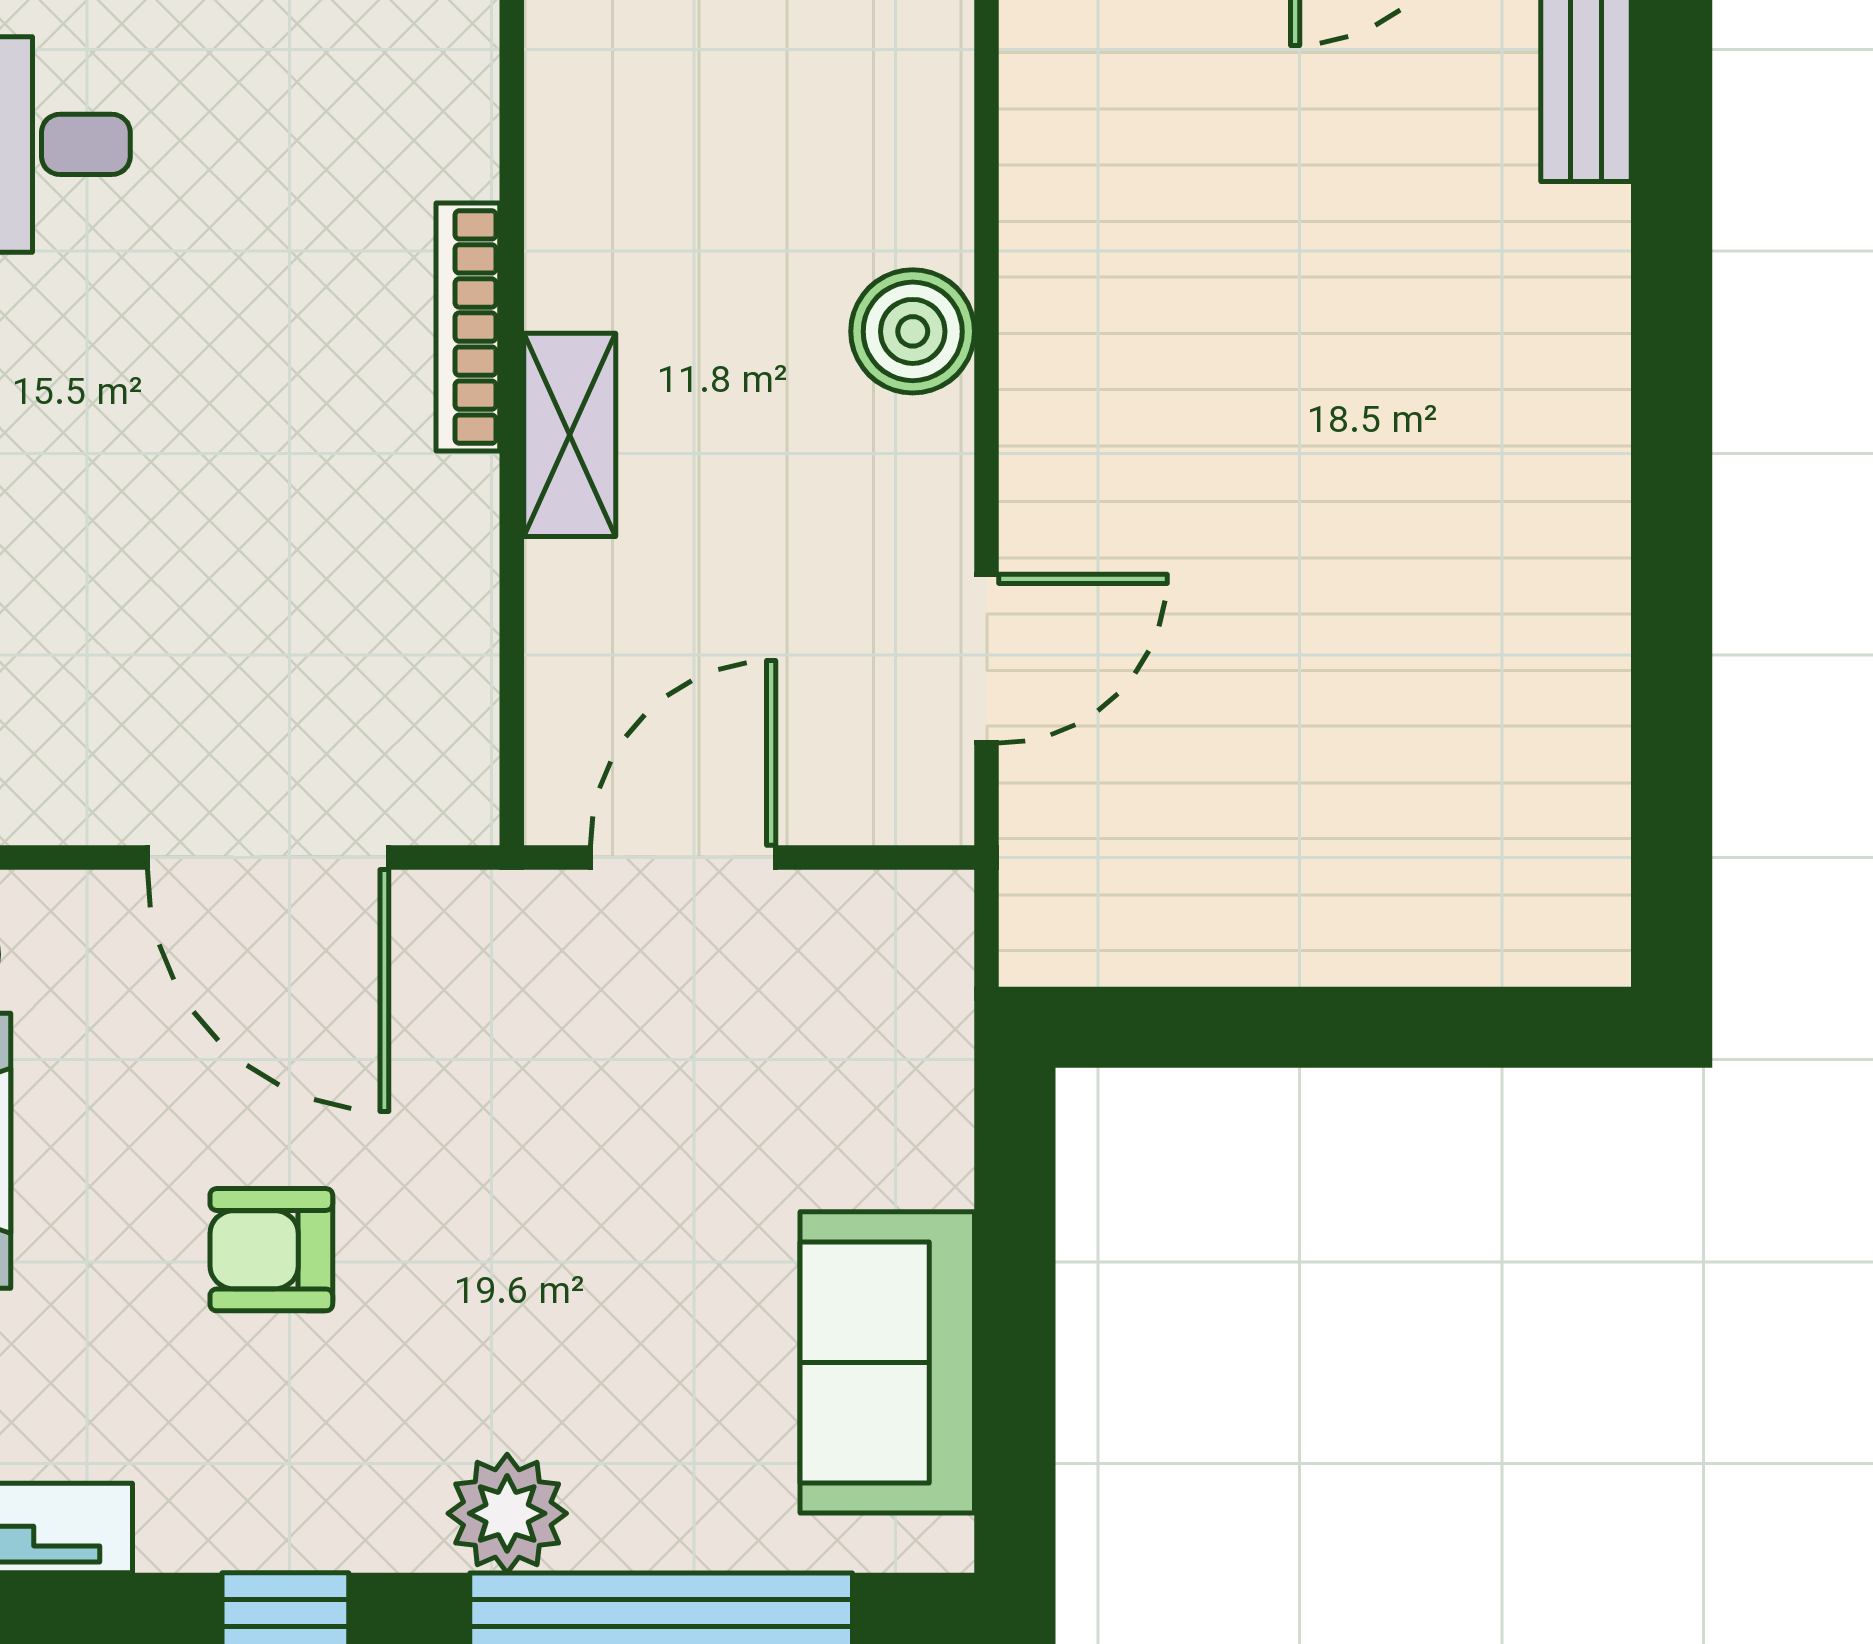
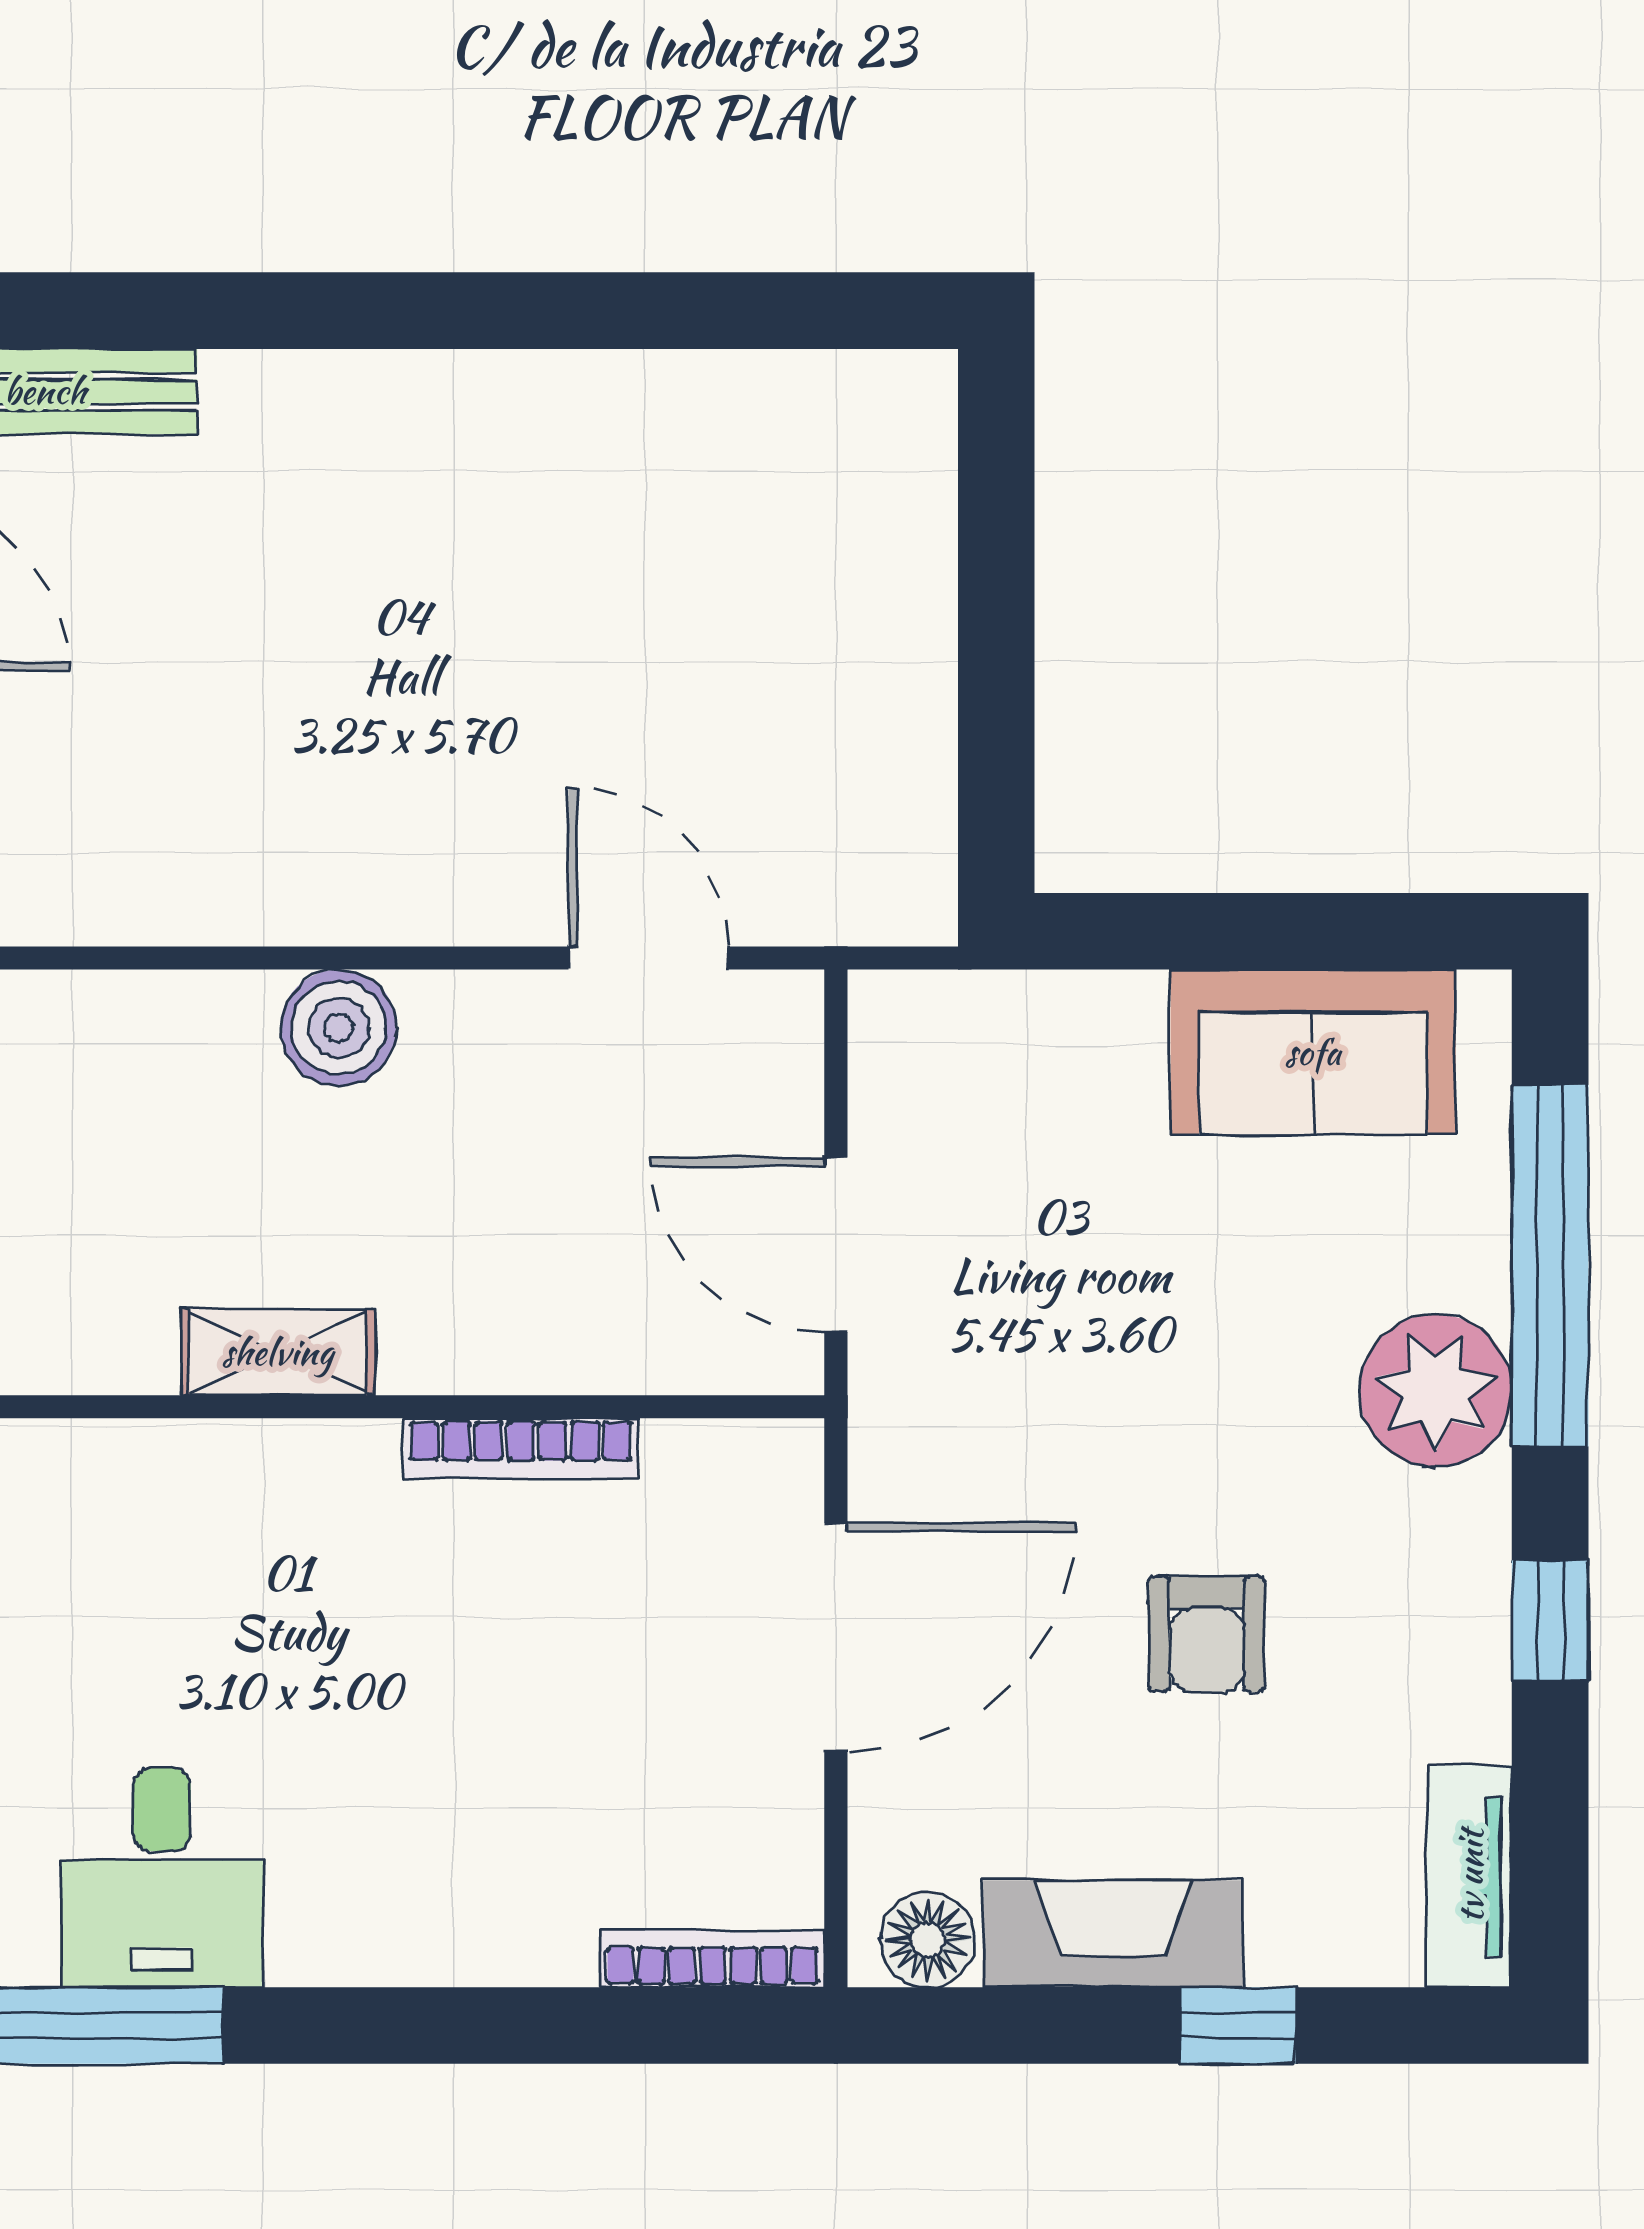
bookcase: (468, 327) -> (521, 1448), moved
shelving: (570, 435) -> (278, 1352), moved
plant: (507, 1513) -> (1435, 1391), width x1.36, depth x1.36

